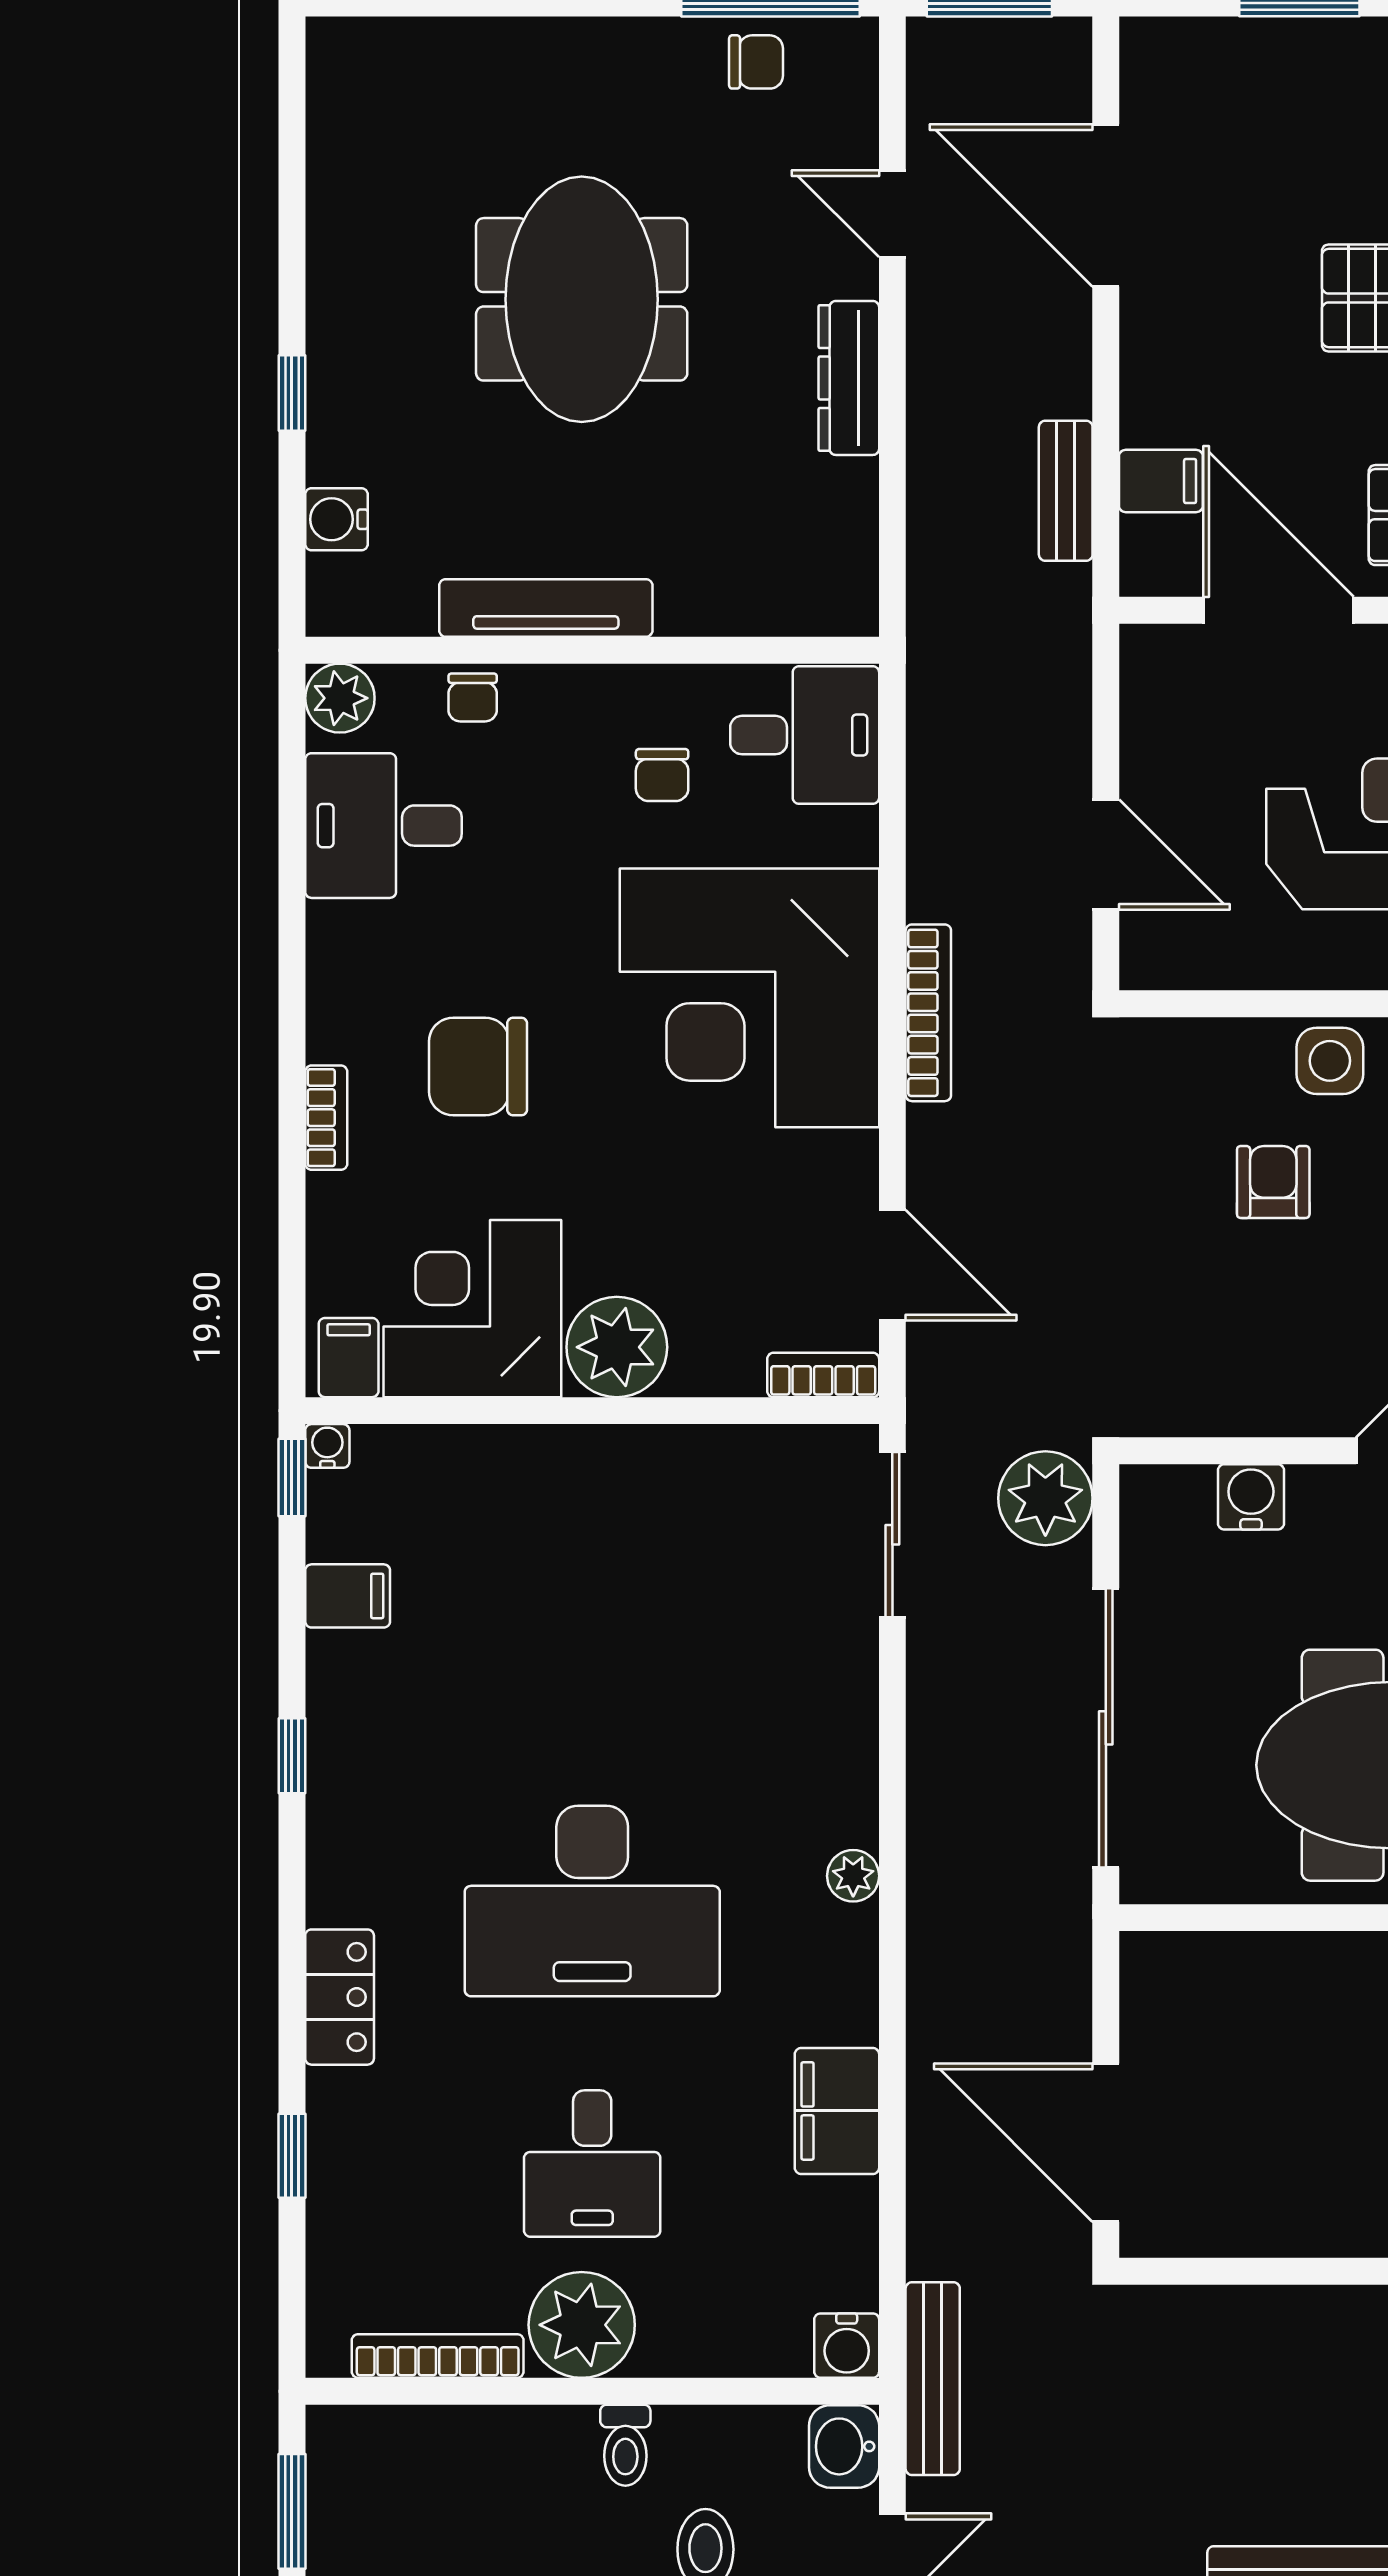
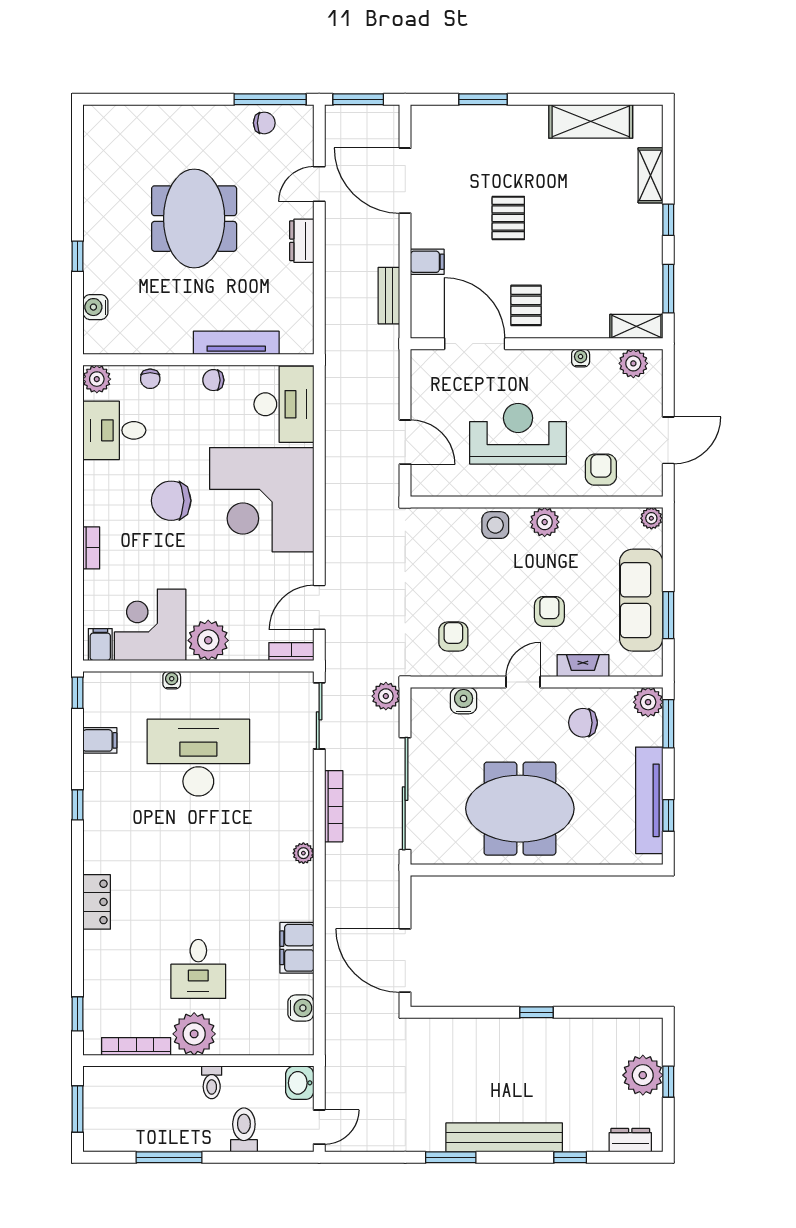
door: (892, 214) -> (319, 184), hinge flipped
dresser: (849, 378) -> (302, 241), width x0.70
filing cabinet: (1161, 481) -> (427, 262), moved
tv unit: (546, 608) -> (236, 343), moved
desk: (805, 735) -> (284, 404), width x1.37
chair: (662, 775) -> (213, 380), moved, turned 90
bookcase: (928, 1013) -> (334, 806), moved
chair: (478, 1067) -> (171, 501), moved
armchair: (1273, 1182) -> (453, 636), moved
door: (892, 1265) -> (319, 607), swing flipped
water cooler: (327, 1446) -> (172, 680), moved
plant: (1045, 1498) -> (386, 696), width x0.73, depth x0.73
desk: (592, 1901) -> (198, 758), moved, turned 180
window: (292, 2156) -> (77, 1014), moved
water cooler: (847, 2346) -> (301, 1008), moved, turned -90
bench: (933, 2379) -> (335, 1056), removed

